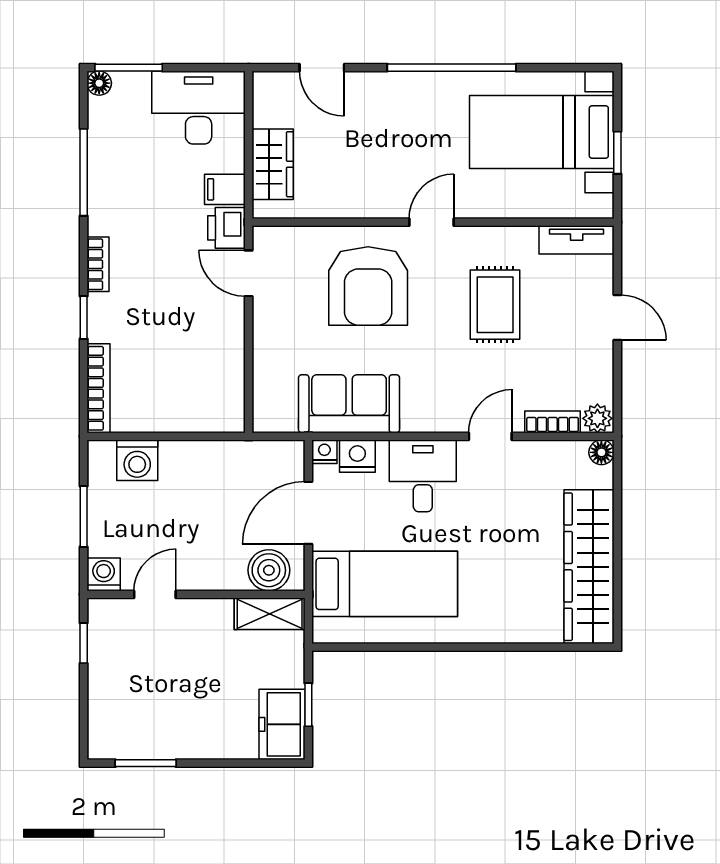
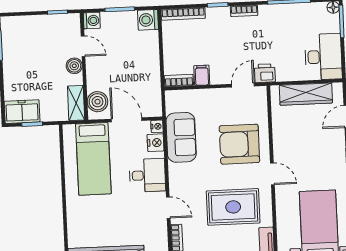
wardrobe: (273, 164) -> (306, 94), width x1.50
filing cabinet: (225, 189) -> (202, 75), moved
rug: (495, 305) -> (233, 207), width x1.36, depth x1.43
bookcase: (234, 403) -> (179, 81), added
washing machine: (137, 460) -> (148, 20), moved
boiler: (194, 614) -> (74, 66), added

